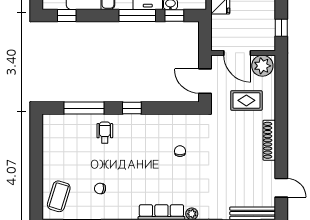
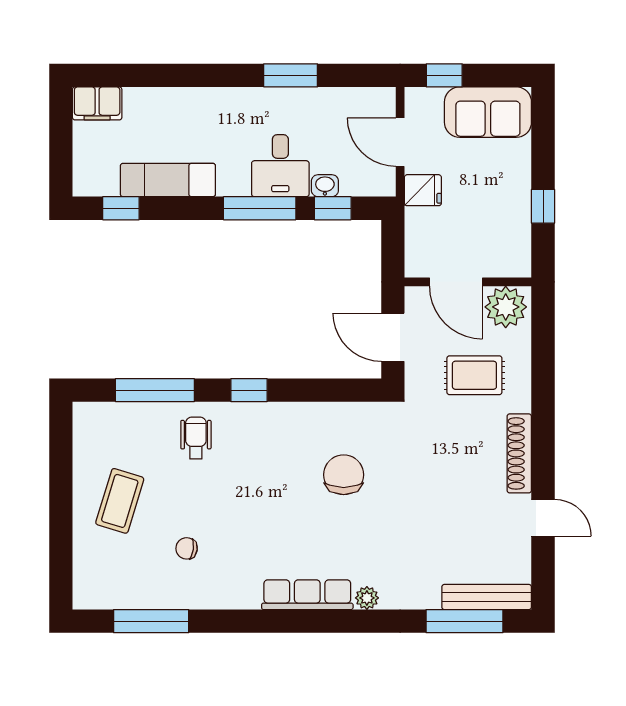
window: (281, 28) -> (543, 206), moved
chair: (180, 151) -> (344, 475), width x1.87, depth x1.87
door: (281, 188) -> (543, 518), moved
coffee table: (59, 196) -> (120, 501), moved

